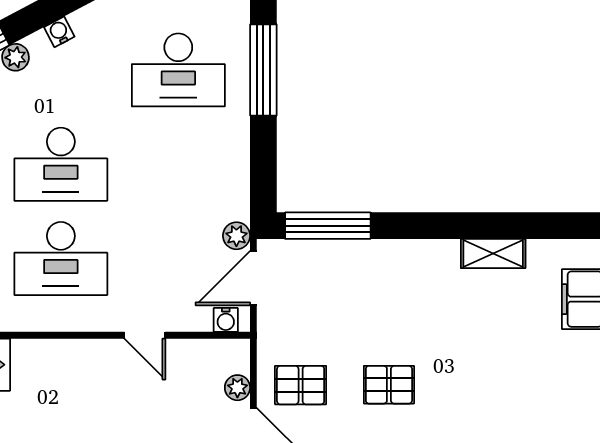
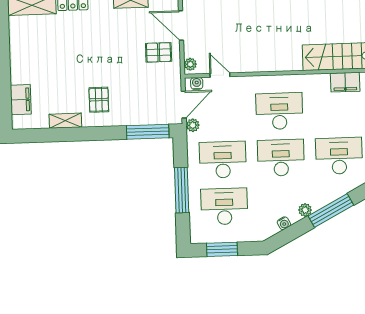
window: (263, 70) -> (182, 190), moved
desk: (178, 164) -> (223, 160), added
door: (145, 335) -> (220, 75), moved
pallet: (389, 385) -> (99, 100), moved, turned 90
plant: (237, 388) -> (190, 64), moved

